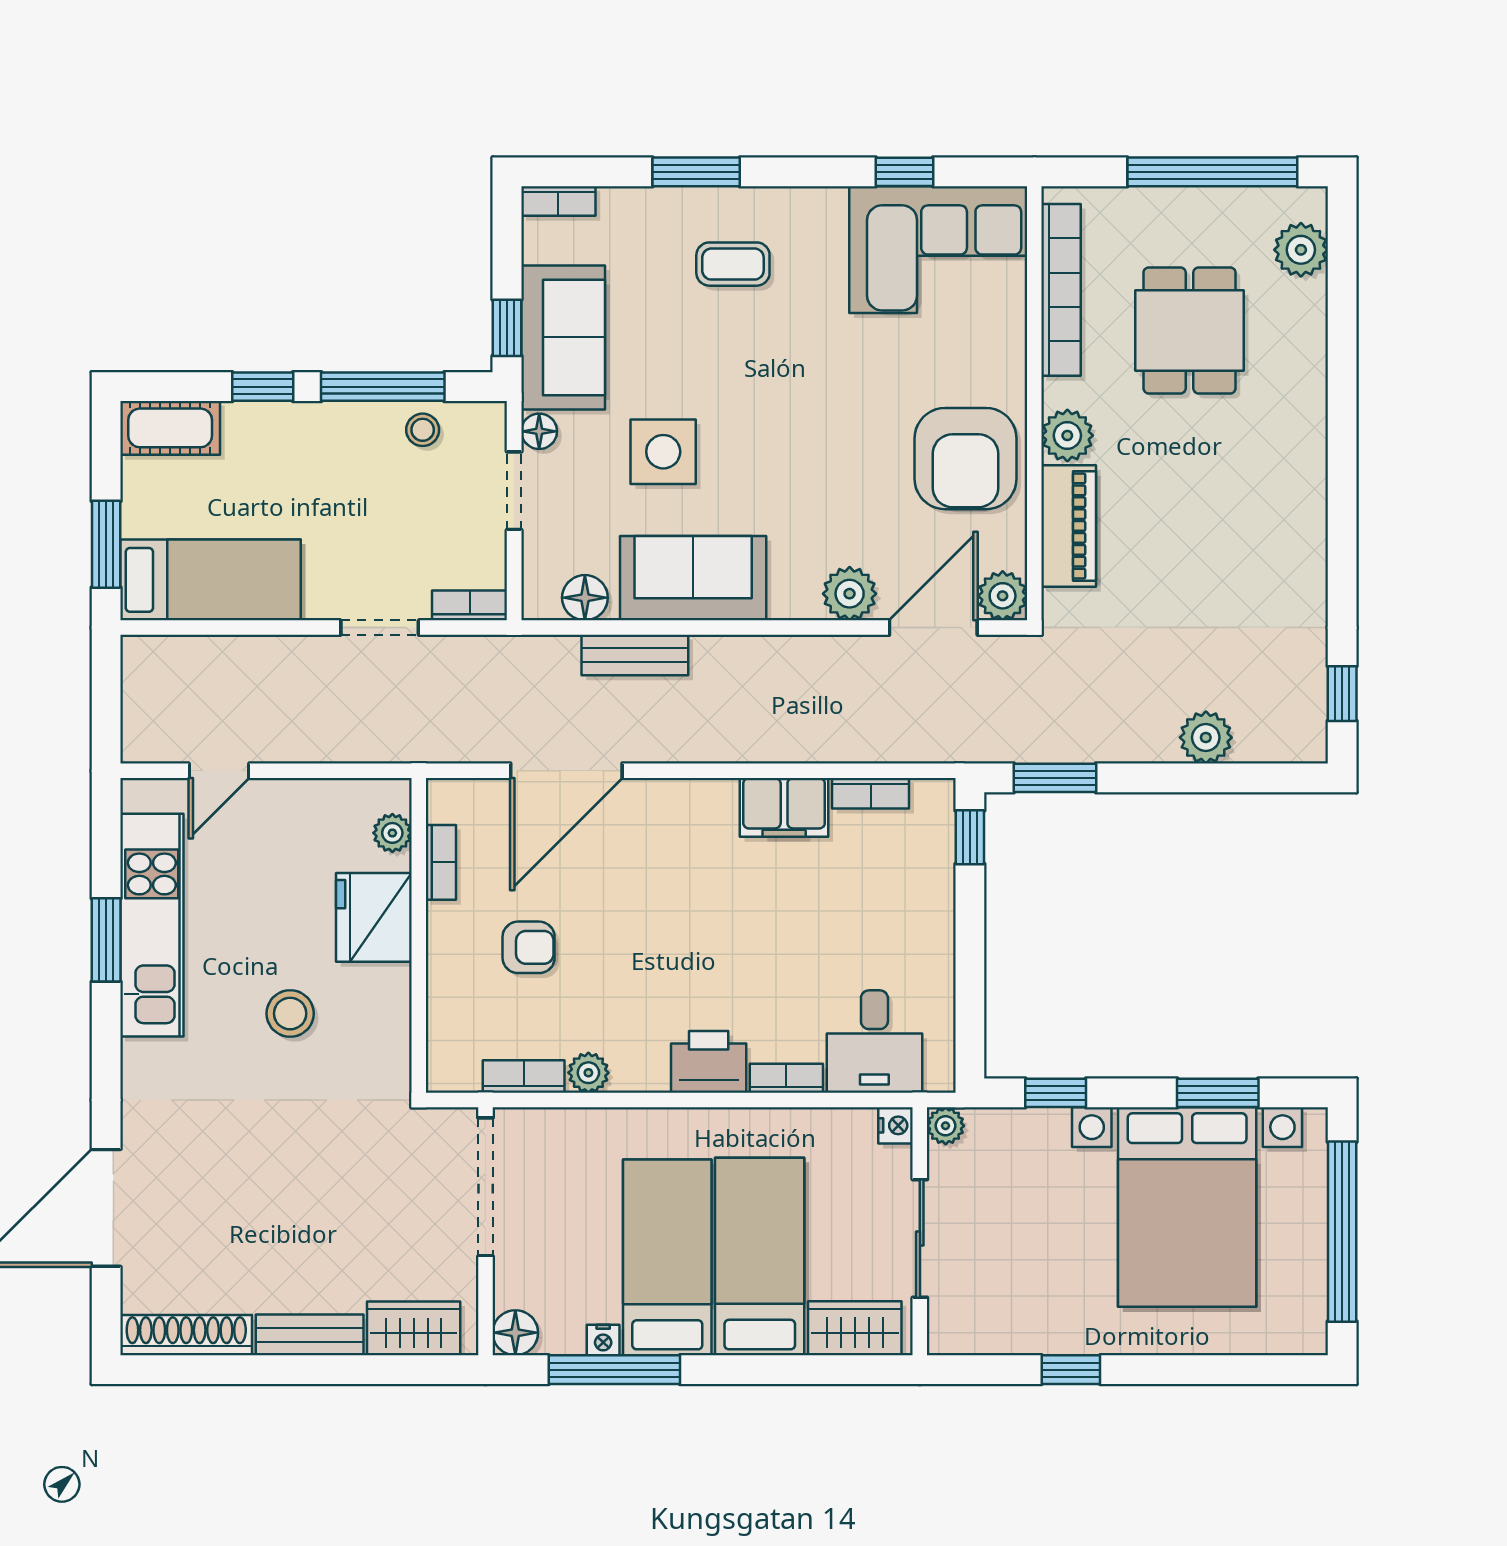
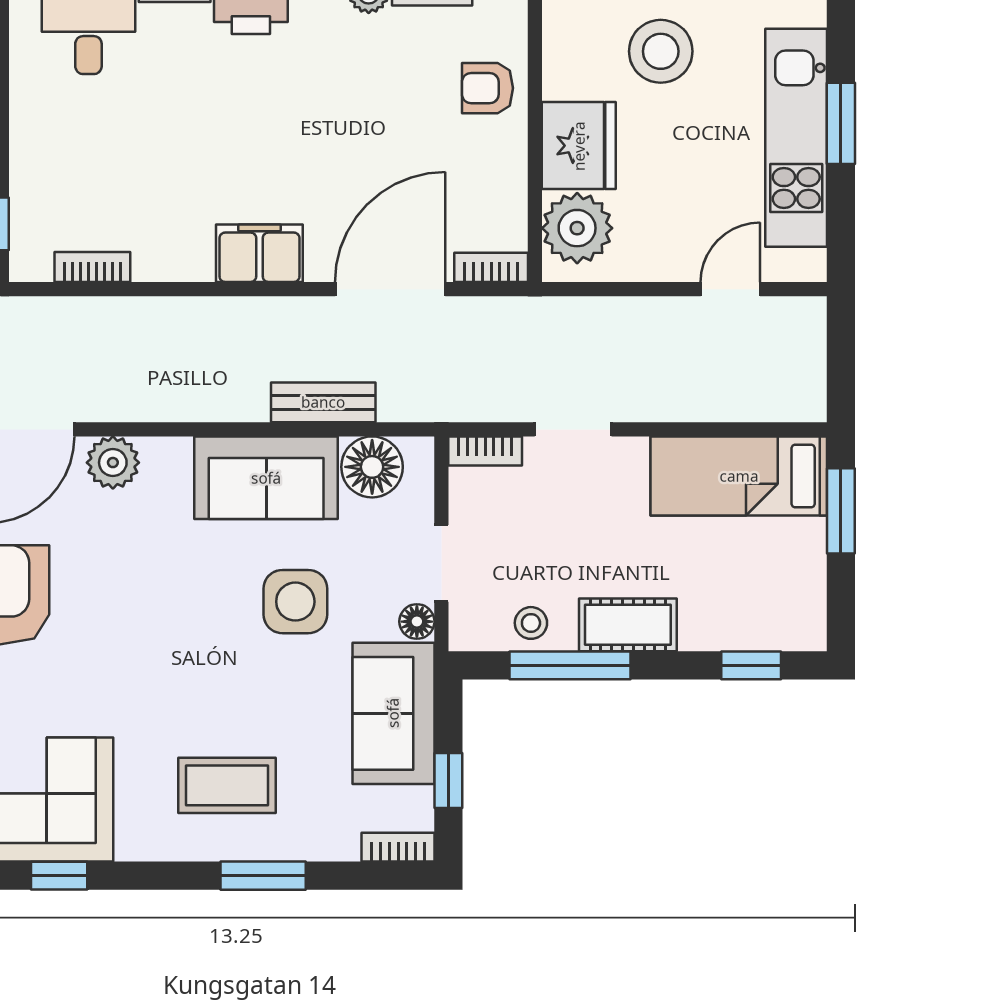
coffee table: (733, 264) -> (227, 785), width x1.36, depth x1.30
window: (507, 328) -> (448, 780), moved
window: (263, 387) -> (751, 665), moved
cot: (170, 428) -> (628, 625), moved
floor lamp: (585, 598) -> (372, 467), width x1.38, depth x1.38
filing cabinet: (784, 807) -> (259, 253), moved
plant: (392, 833) -> (577, 228), width x1.88, depth x1.88
bookcase: (441, 862) -> (491, 267), moved, turned 90
armchair: (529, 947) -> (487, 88), moved
stool: (290, 1014) -> (661, 51), width x1.38, depth x1.38

